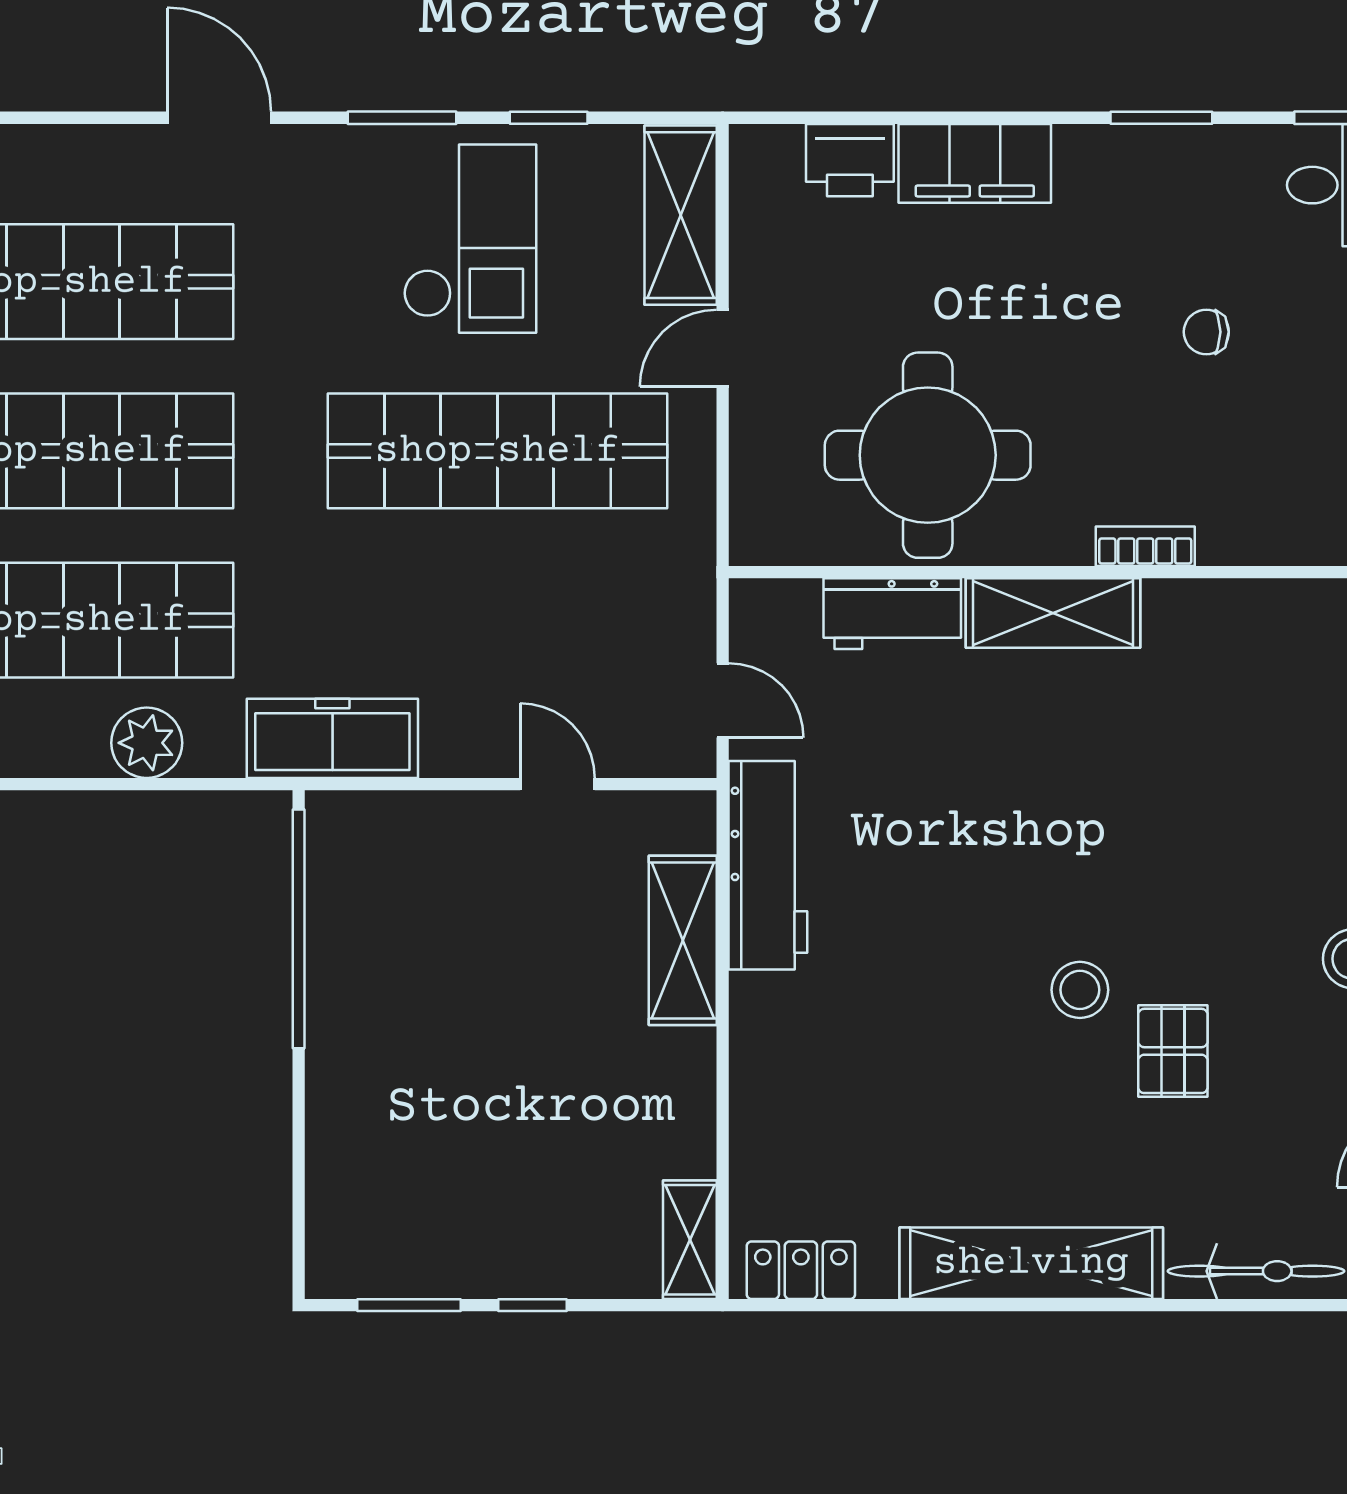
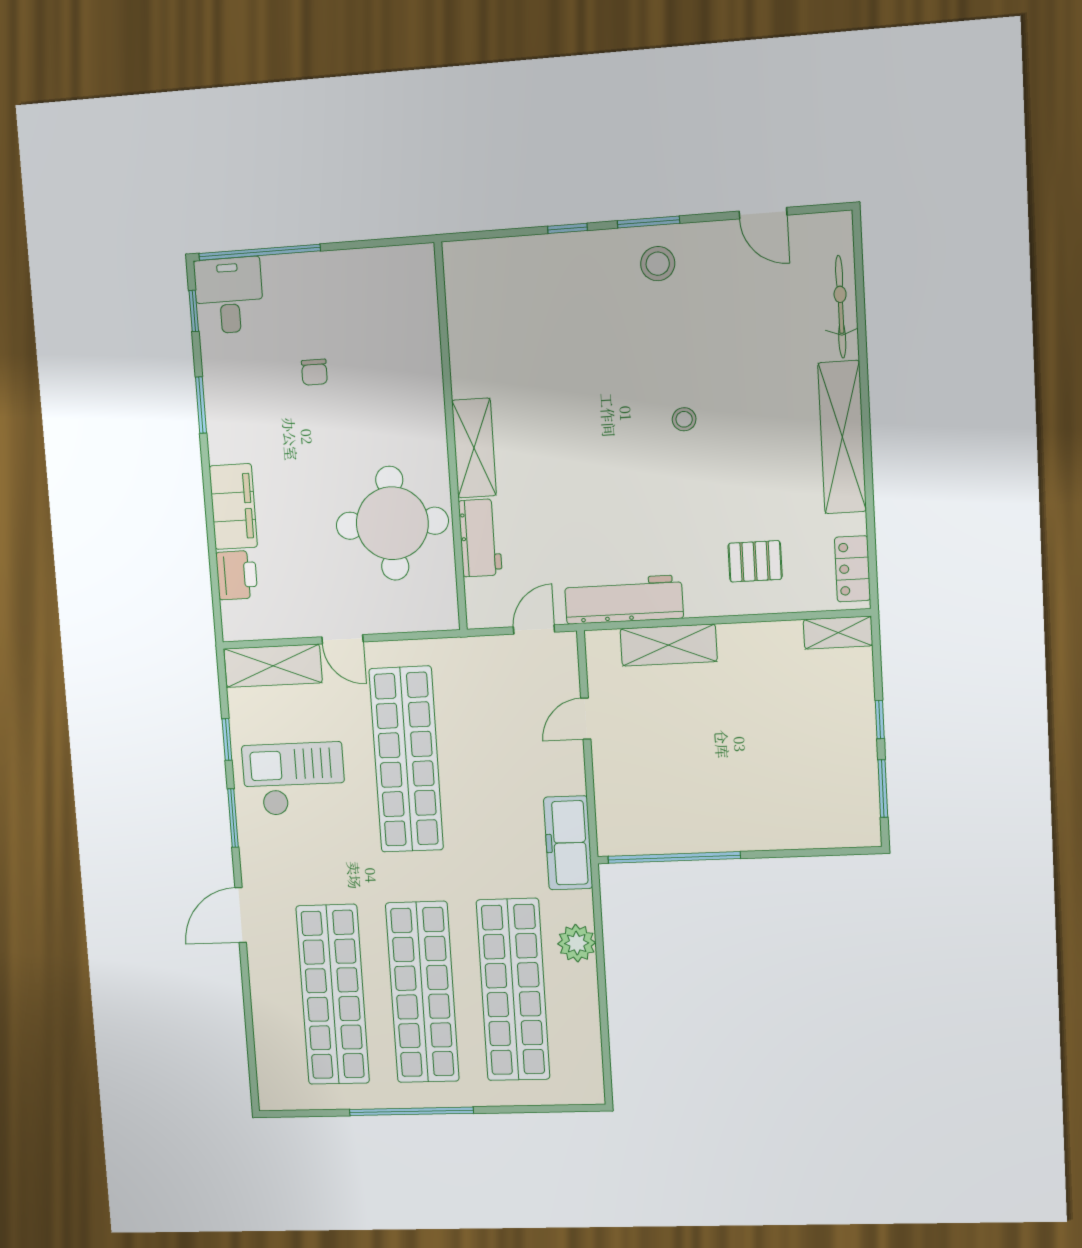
bookcase: (1145, 546) -> (434, 398), removed
stool: (1080, 990) -> (684, 419), width x0.73, depth x0.73
pallet: (1173, 1051) -> (755, 561), moved

